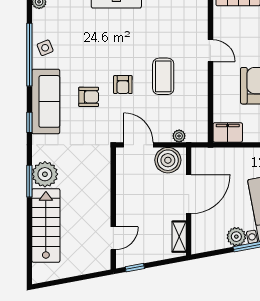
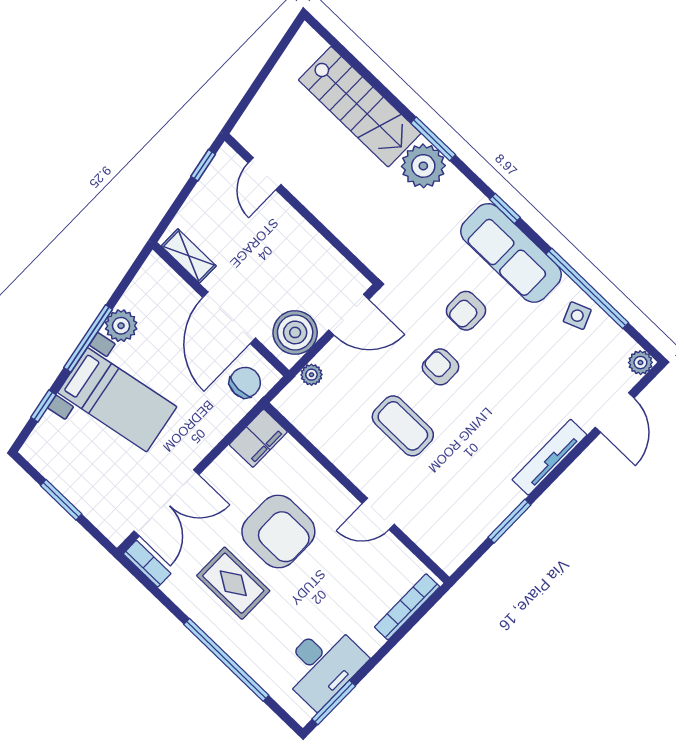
chair: (210, 161) -> (245, 382), added

